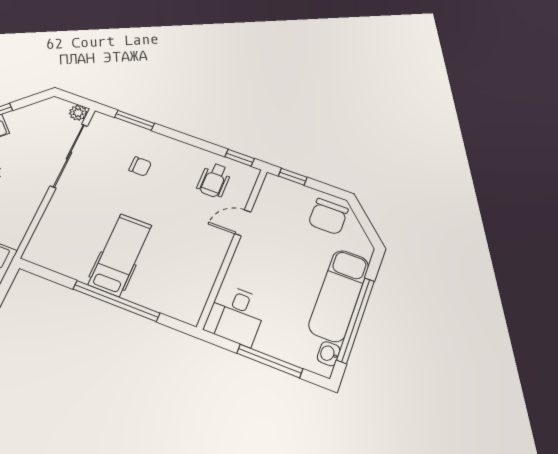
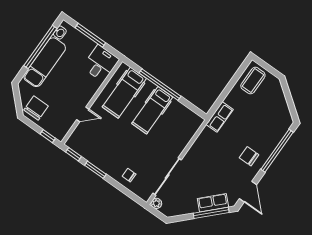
window: (135, 120) -> (95, 170), moved
chair: (140, 166) -> (129, 175), moved
wheelchair: (214, 180) -> (91, 143), removed
hospital bed: (178, 274) -> (124, 93), added

